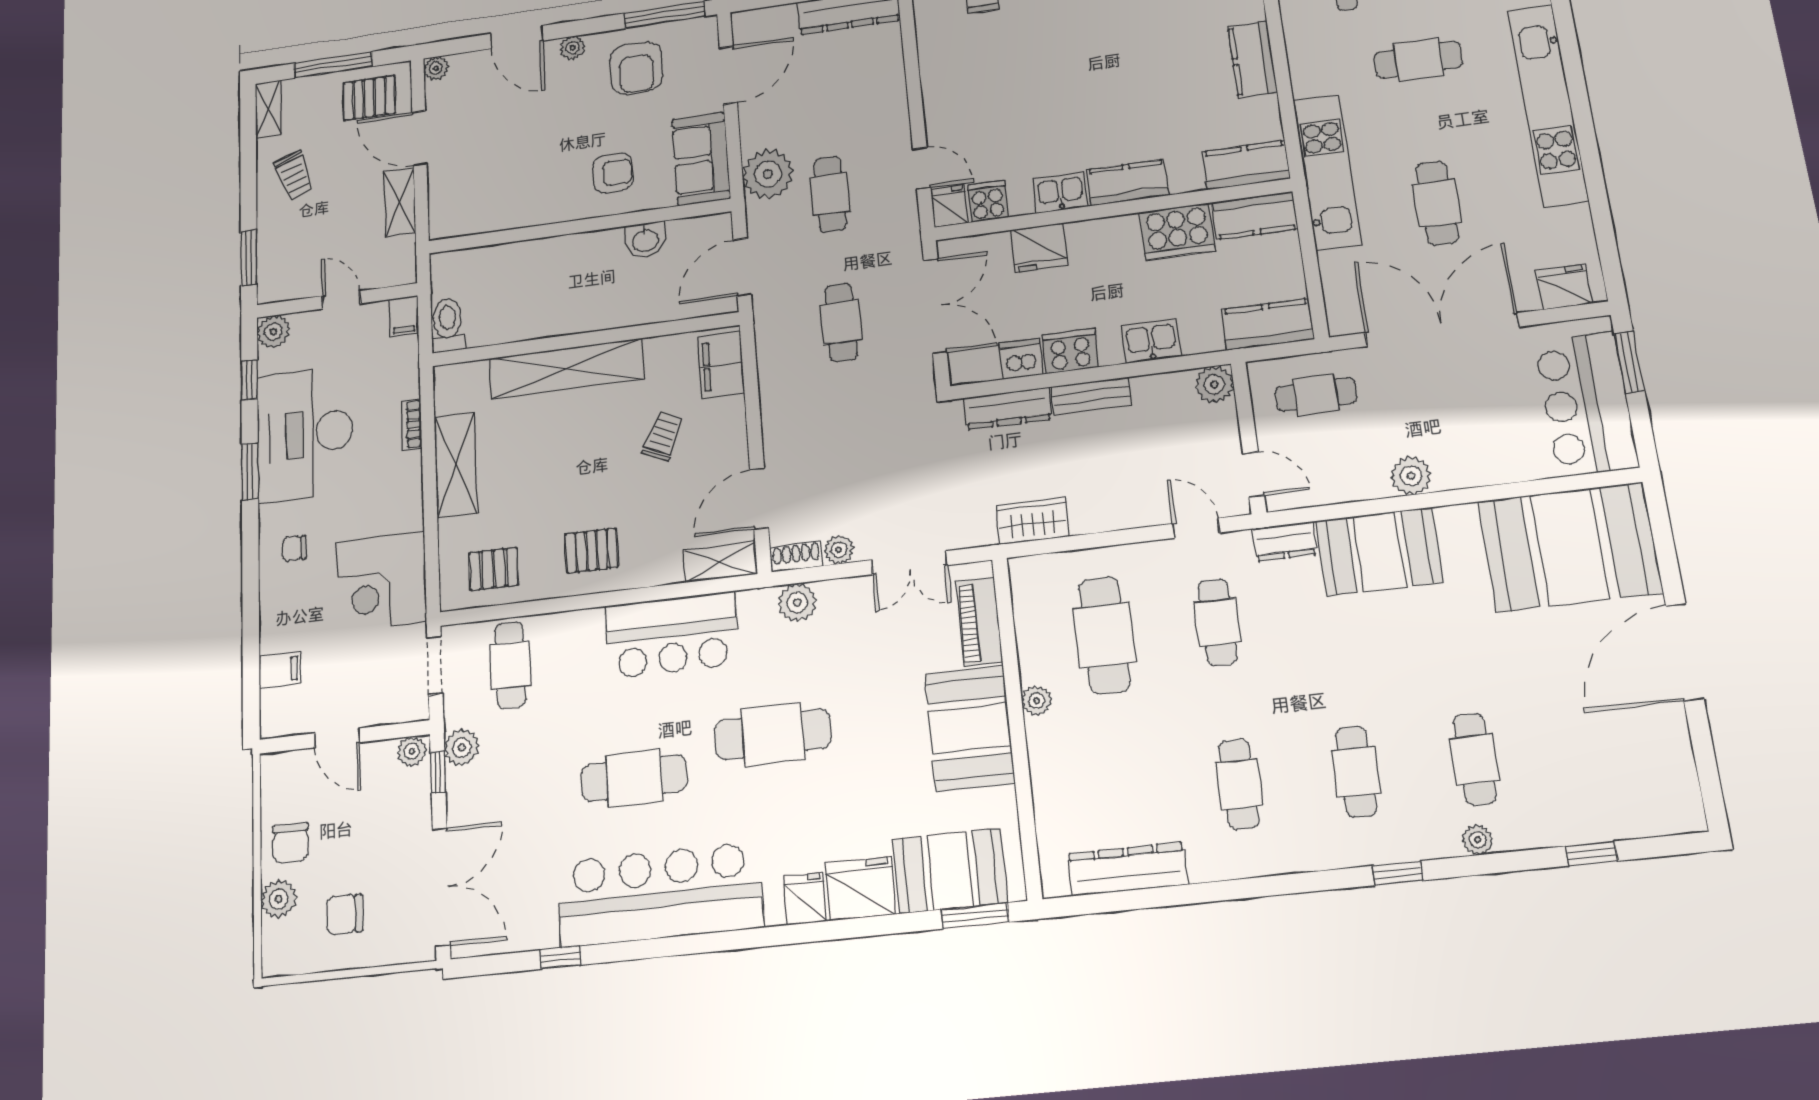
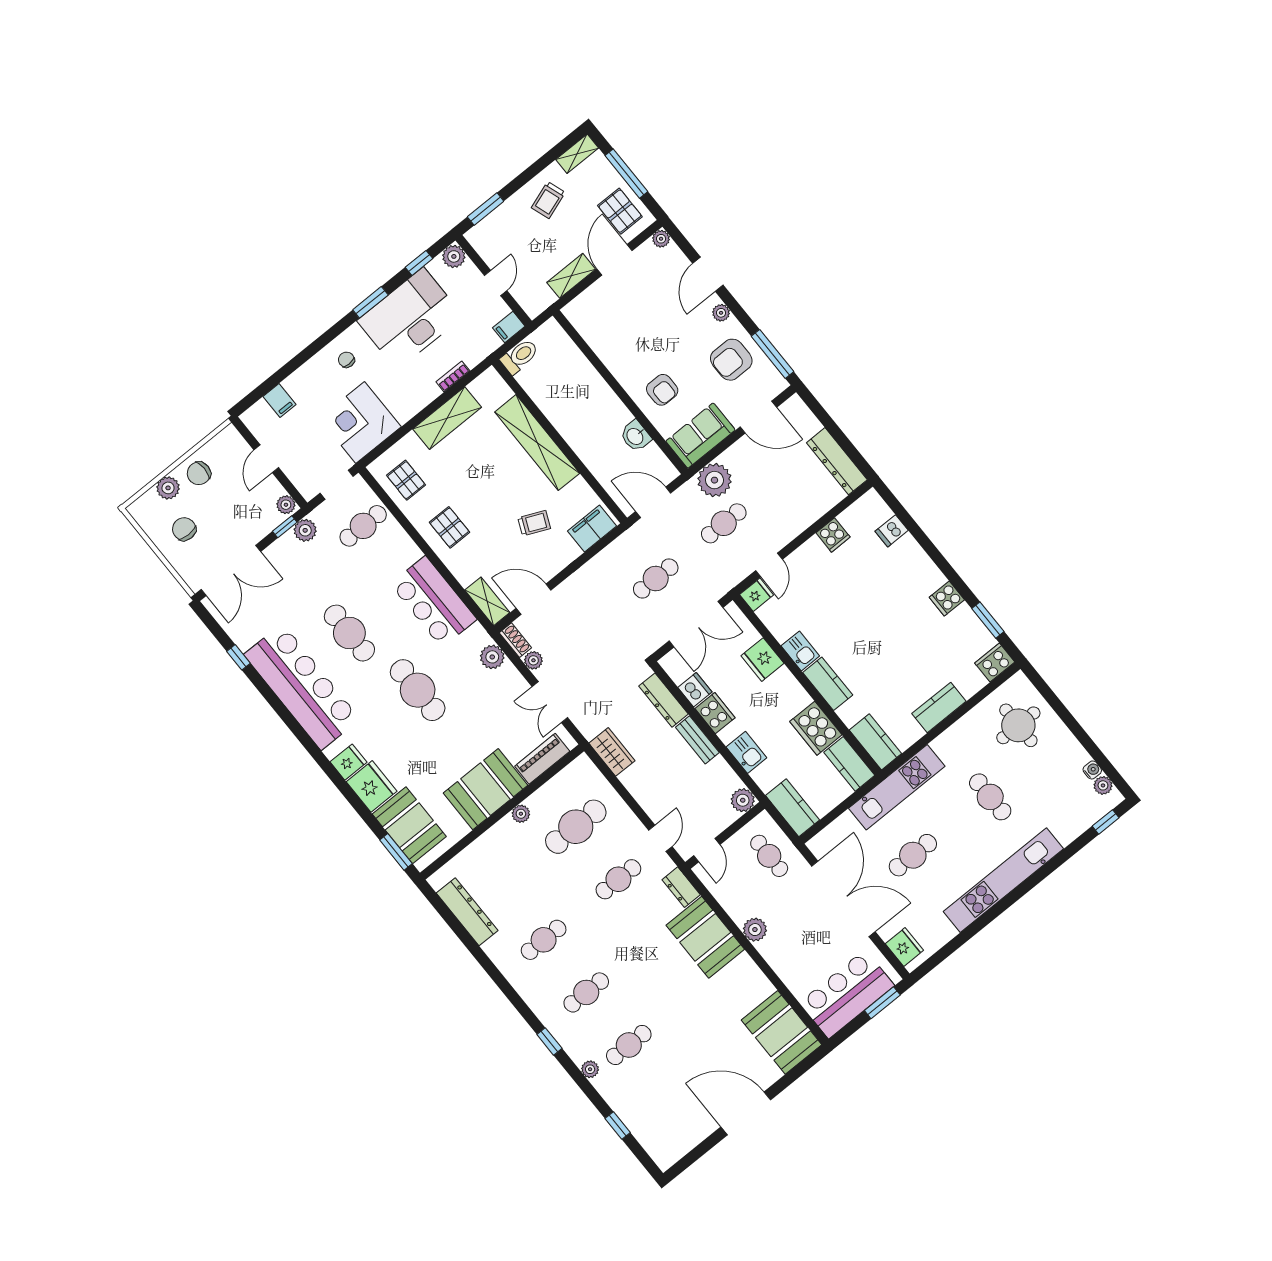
cooker: (988, 201) -> (833, 535), moved, turned 90
booth: (1570, 547) -> (782, 1032), width x0.73, depth x0.70

